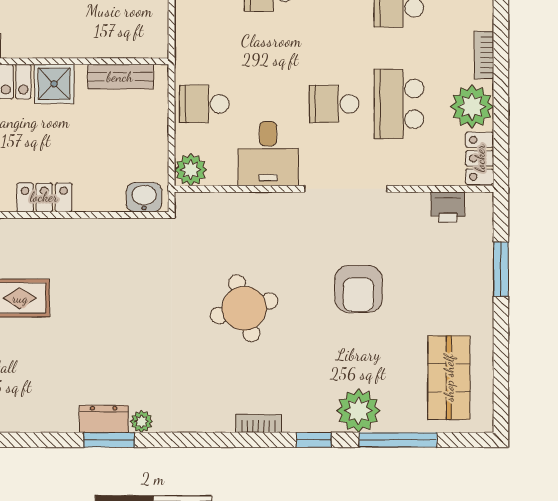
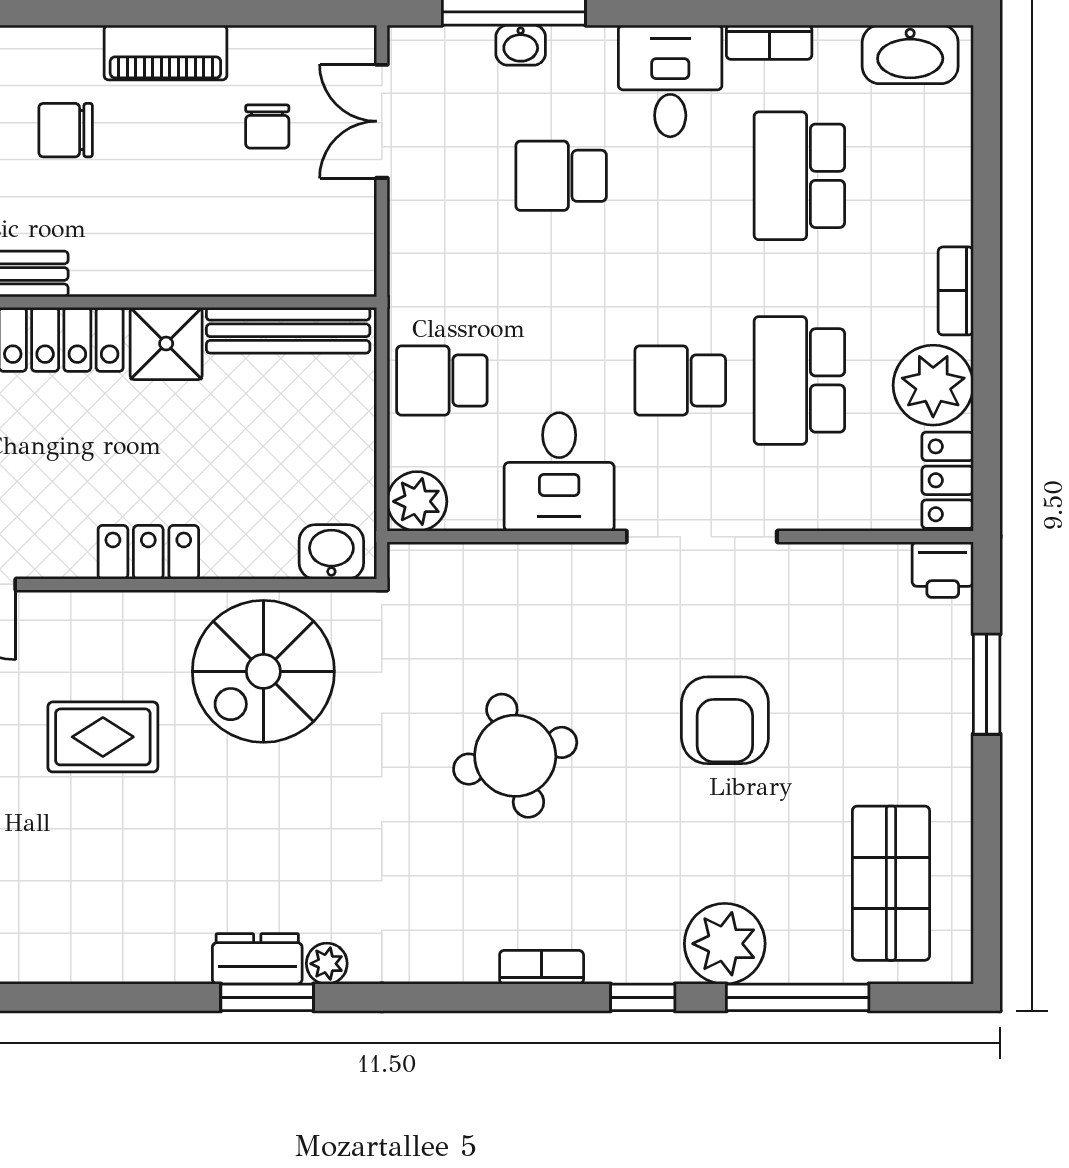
bench: (120, 77) -> (288, 330), width x1.36
printer: (448, 207) -> (943, 570), moved
spiral stairs: (107, 262) -> (263, 671), added

